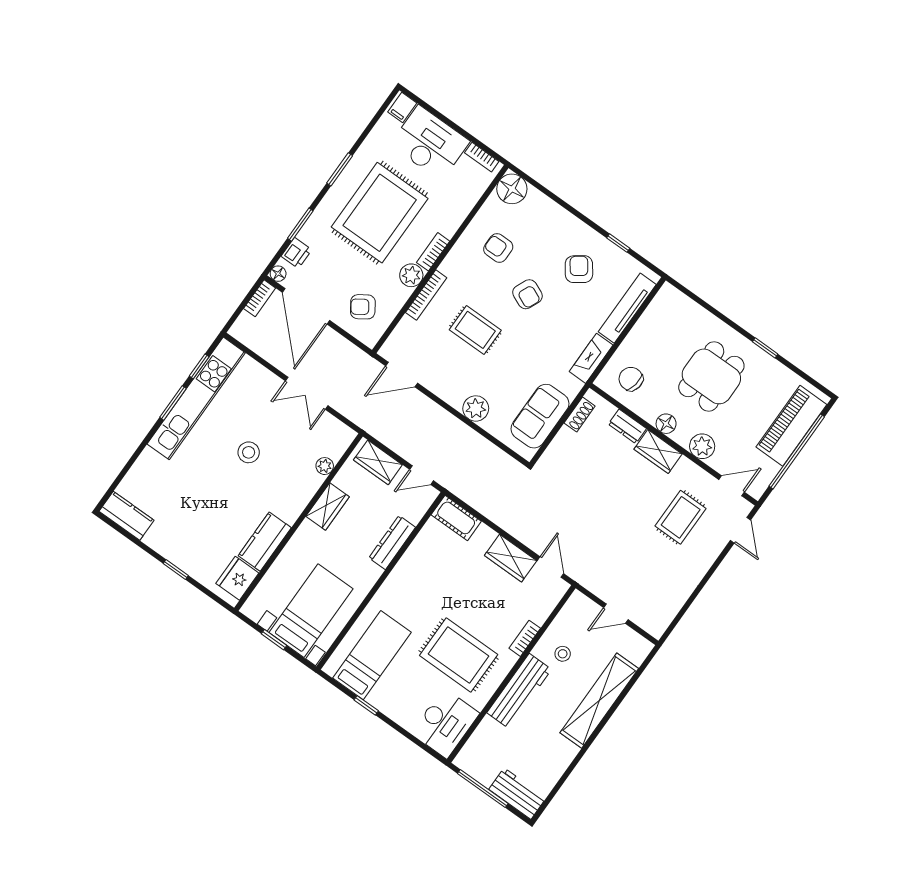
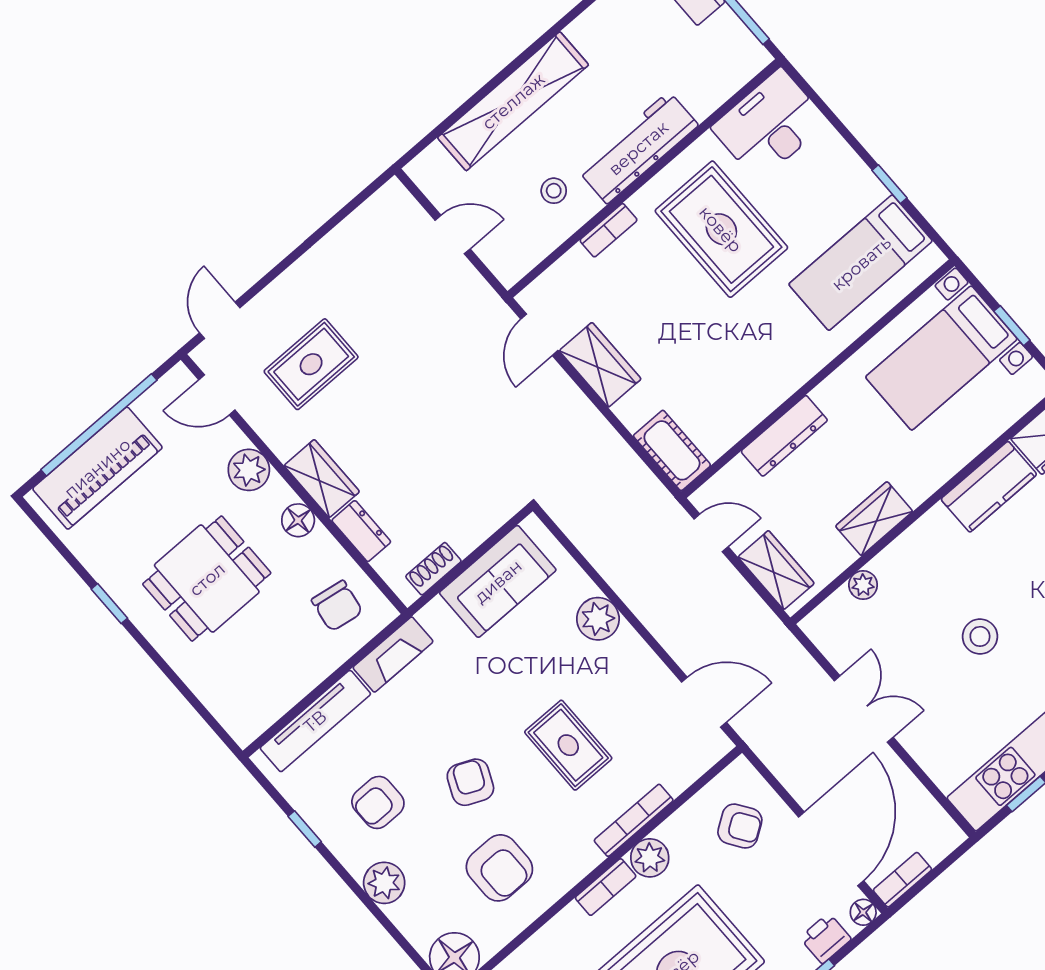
plant: (564, 223) -> (384, 883), added
armchair: (498, 248) -> (499, 868), width x1.38, depth x1.38
armchair: (579, 269) -> (378, 802), turned 36

